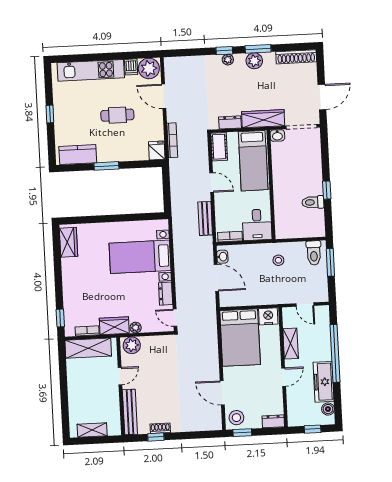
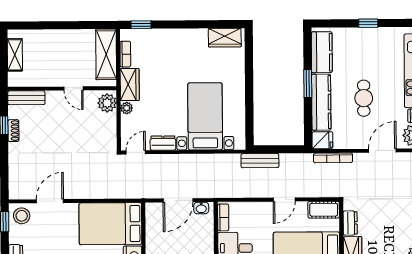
kitchen counter: (123, 153) -> (321, 102), added
bench: (205, 218) -> (260, 161), moved
bench: (130, 412) -> (26, 98), width x0.73

